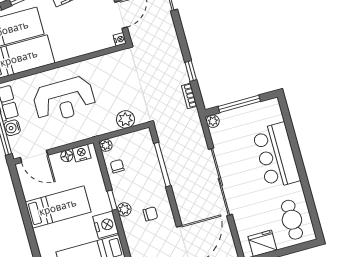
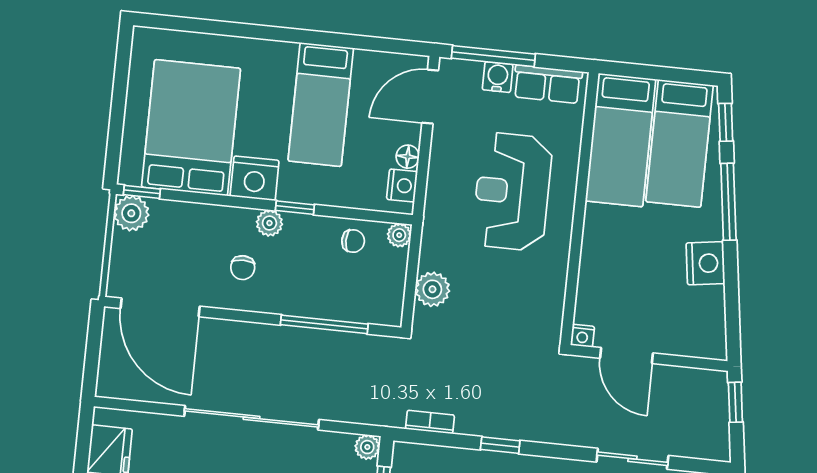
window: (191, 71) -> (500, 445), moved

